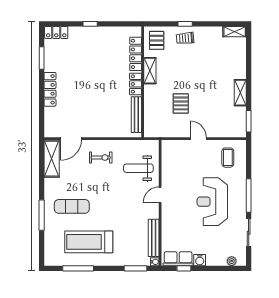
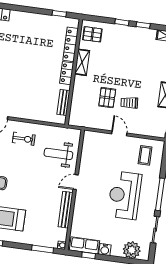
window: (90, 24) -> (59, 14), moved
window: (208, 24) -> (143, 25), added
trolley: (185, 38) -> (129, 103), moved
pallet: (157, 40) -> (92, 34), turned 90
bench: (136, 115) -> (63, 102), width x0.73
bench: (154, 238) -> (66, 210), moved
plant: (232, 261) -> (132, 250), width x1.87, depth x1.87

